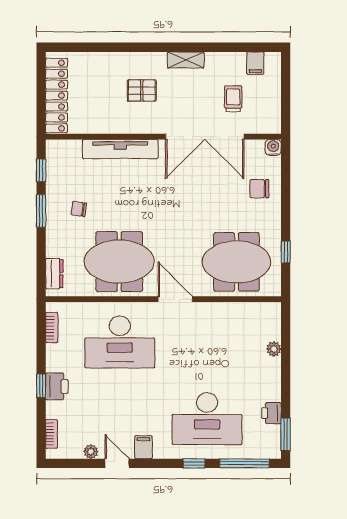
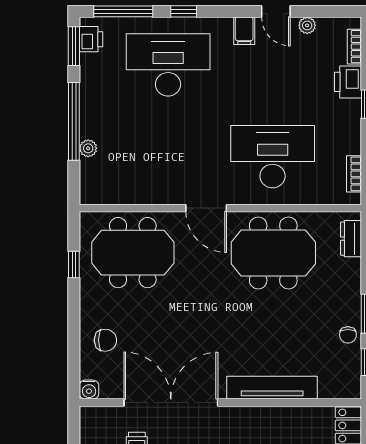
chair: (79, 209) -> (348, 335), moved, turned 82
window: (286, 371) -> (74, 121), added
printer: (57, 386) -> (348, 82), moved
printer: (271, 413) -> (91, 39), moved

